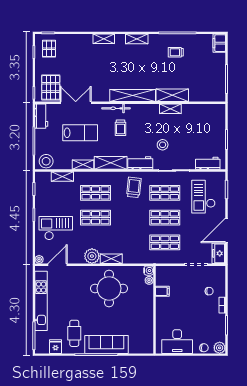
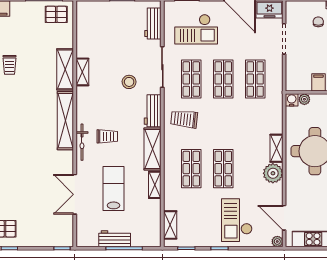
pallet: (51, 87) -> (56, 14), moved, width x0.67, depth x0.71
workbench: (41, 116) -> (115, 239), moved
stool: (46, 161) -> (150, 232), removed
shelving: (62, 177) -> (170, 225), moved

